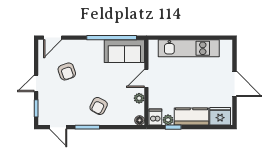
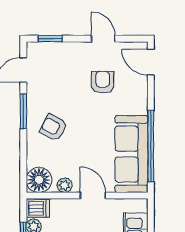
sofa: (124, 51) -> (131, 154), width x1.36
armchair: (67, 71) -> (103, 82), turned 109
door: (36, 83) -> (103, 39), moved
floor lamp: (140, 120) -> (39, 180), width x1.89, depth x1.89

